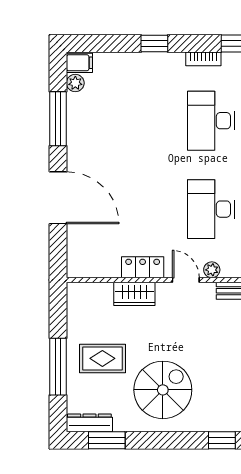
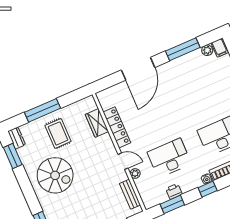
locker: (143, 267) -> (117, 127), width x1.53
door: (186, 280) -> (123, 161), hinge flipped
wardrobe: (134, 294) -> (97, 123), moved
dresser: (89, 423) -> (17, 138), width x0.70

